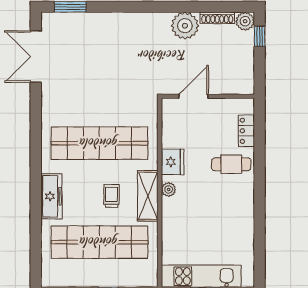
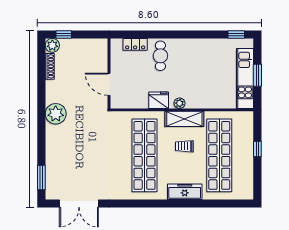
plant: (185, 26) -> (56, 114), moved
window: (260, 265) -> (236, 34), added

